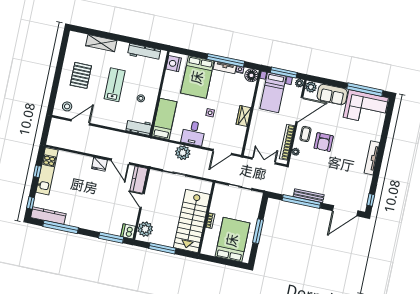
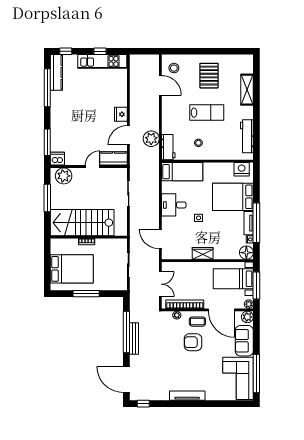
pallet: (81, 75) -> (209, 76), turned 90
plant: (183, 153) -> (151, 139), moved

